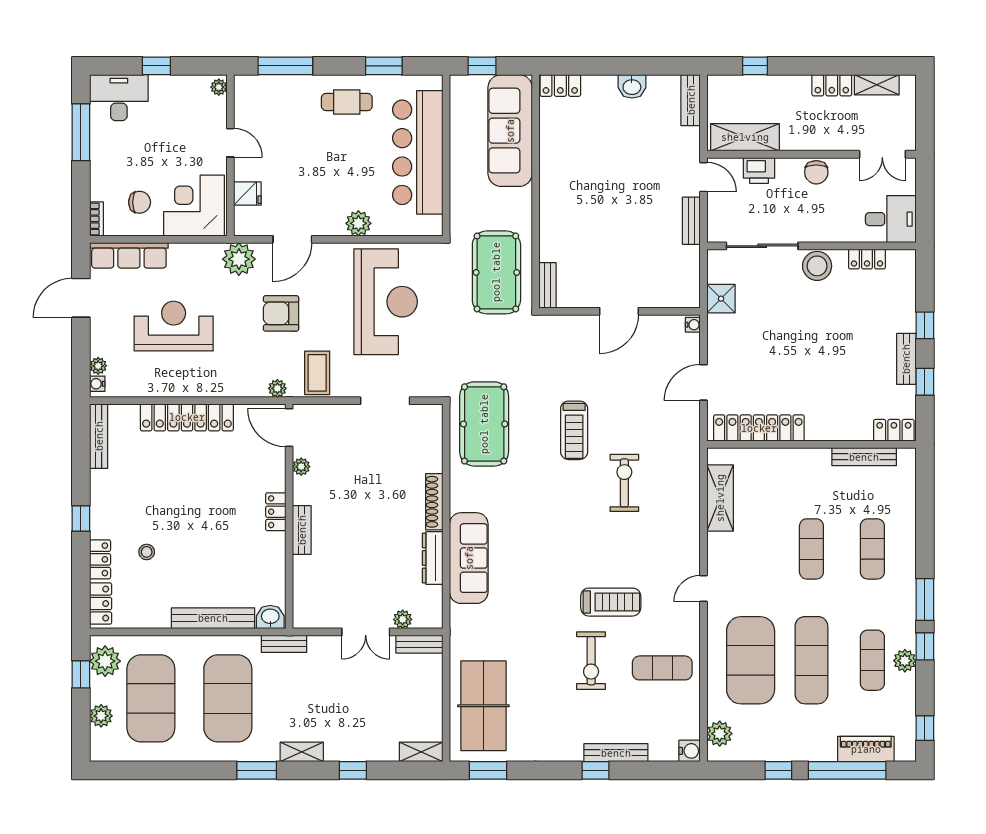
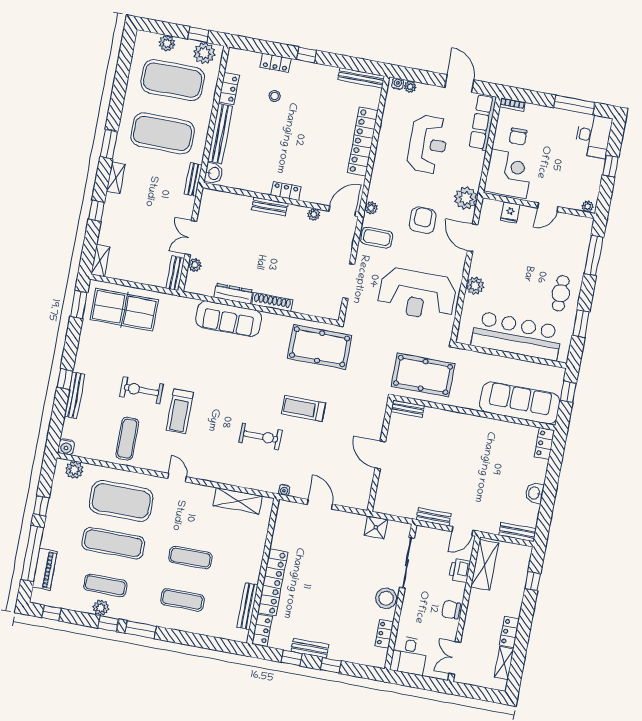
water cooler: (693, 325) -> (284, 490), moved
locker: (759, 428) -> (273, 582), moved
locker: (101, 604) -> (229, 88), moved, turned -90

